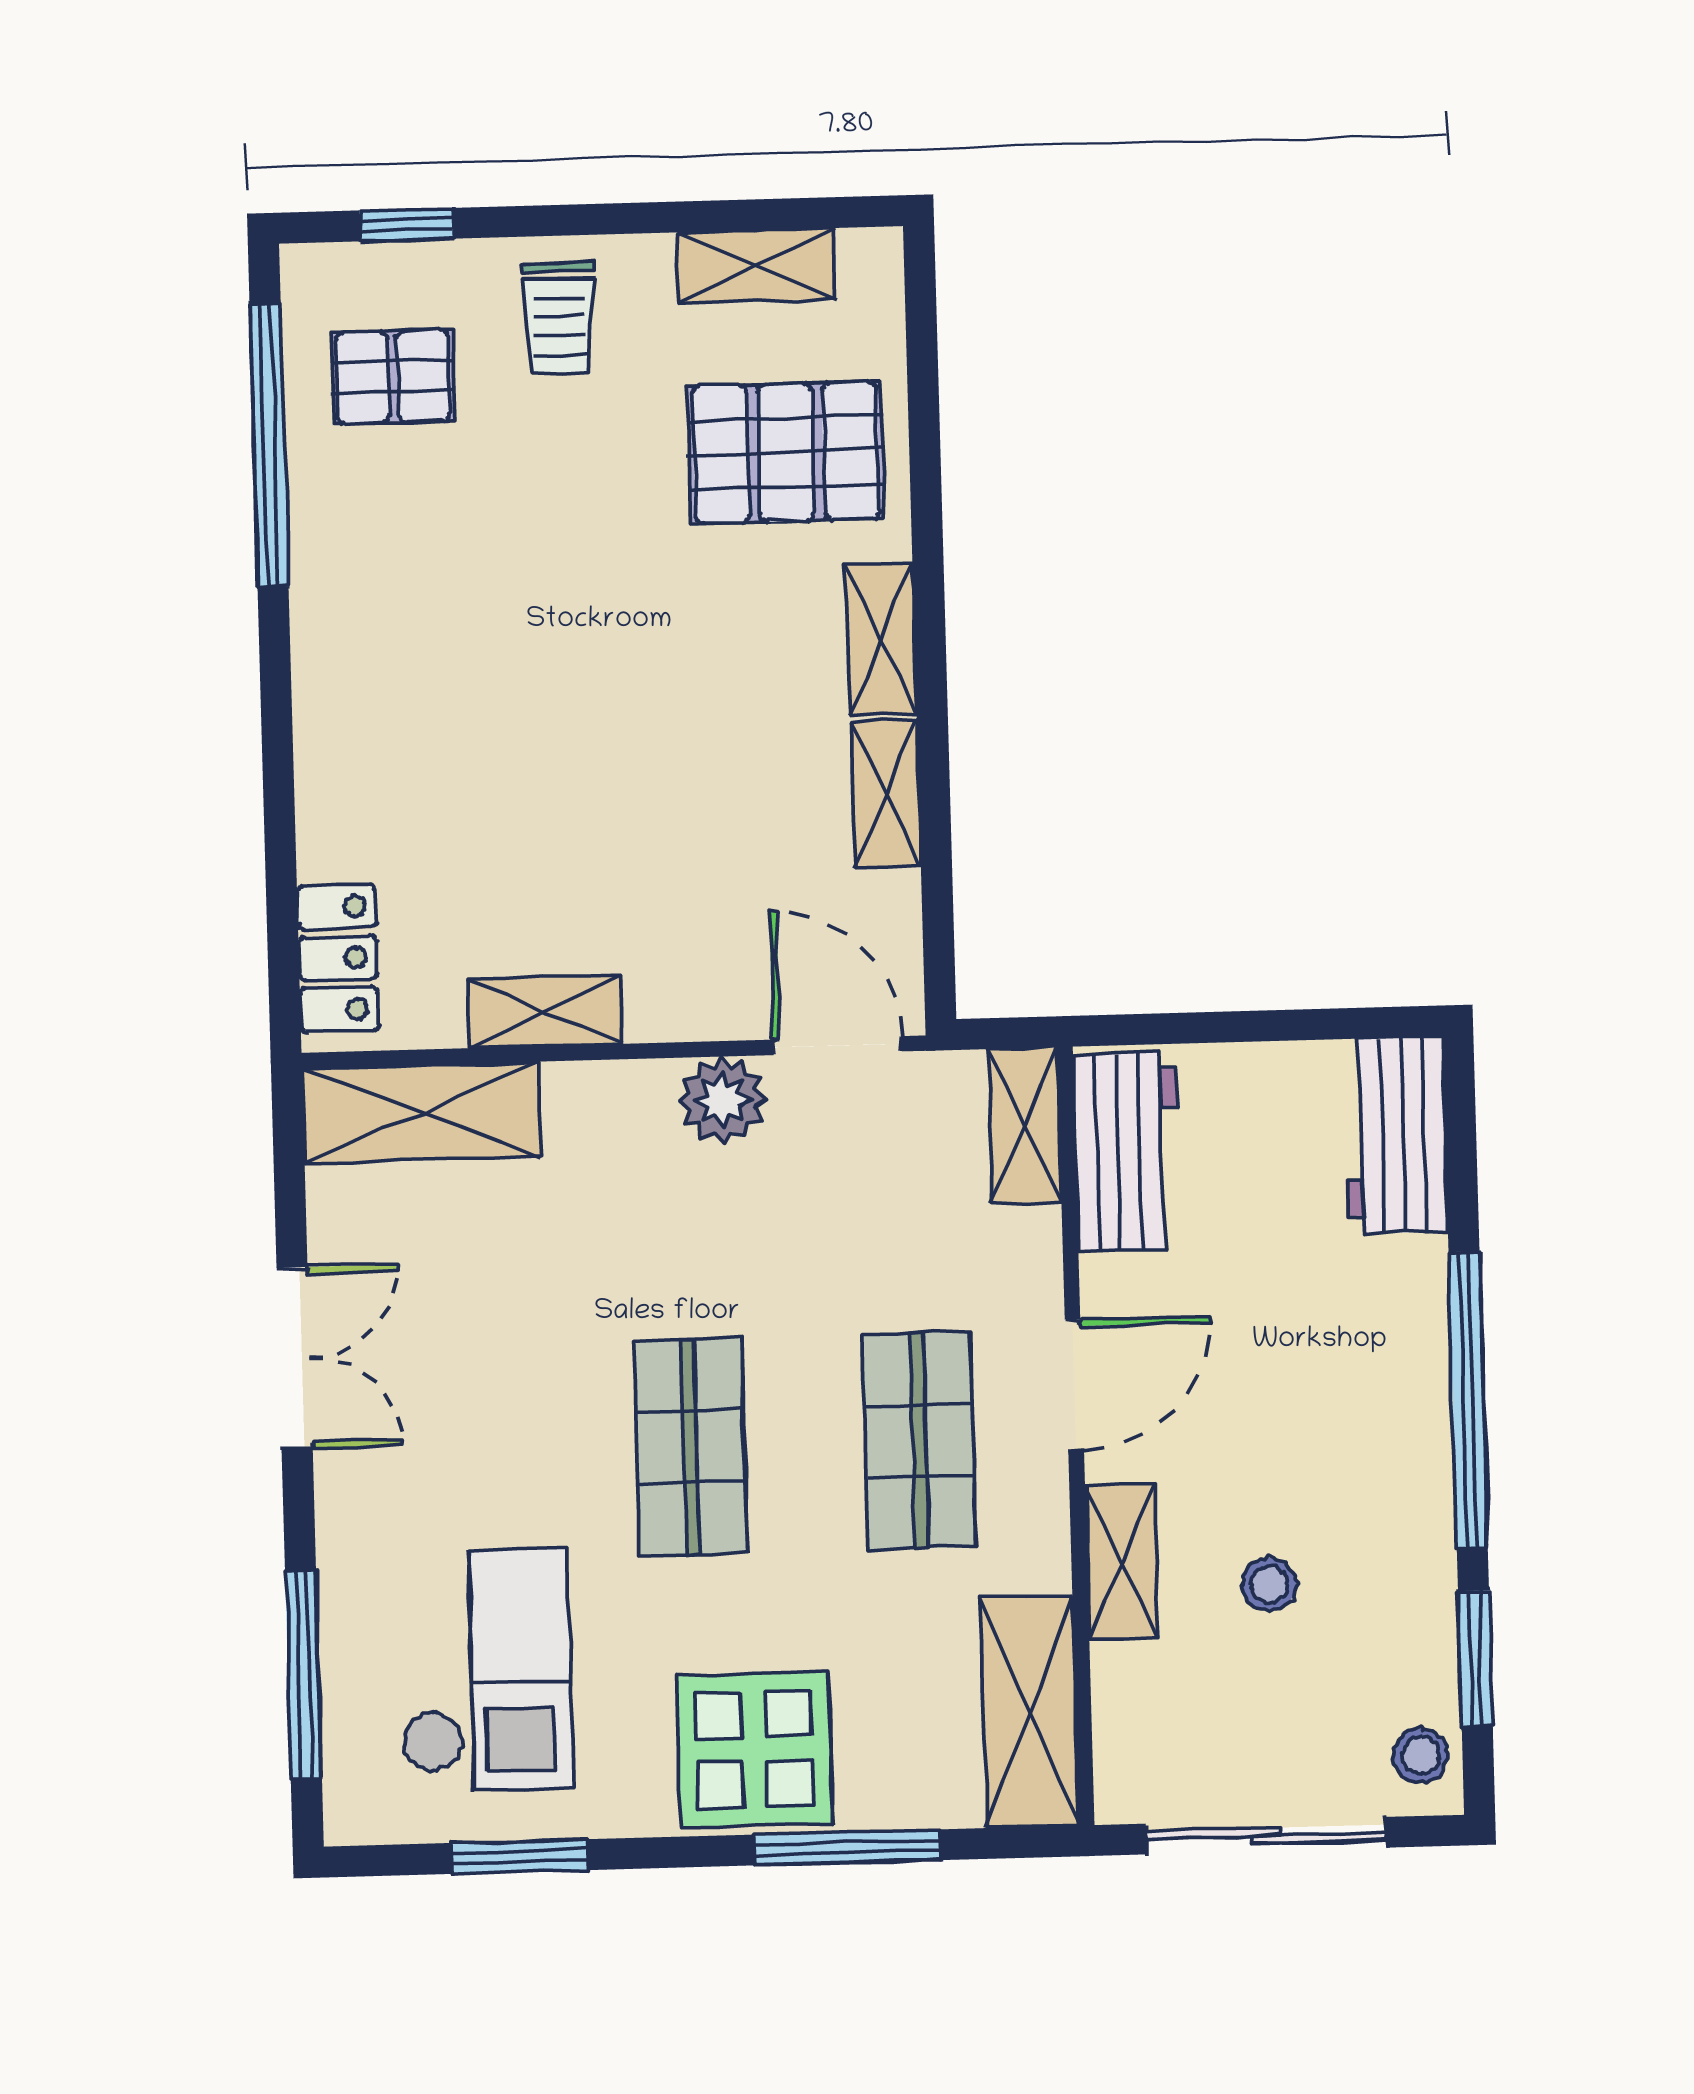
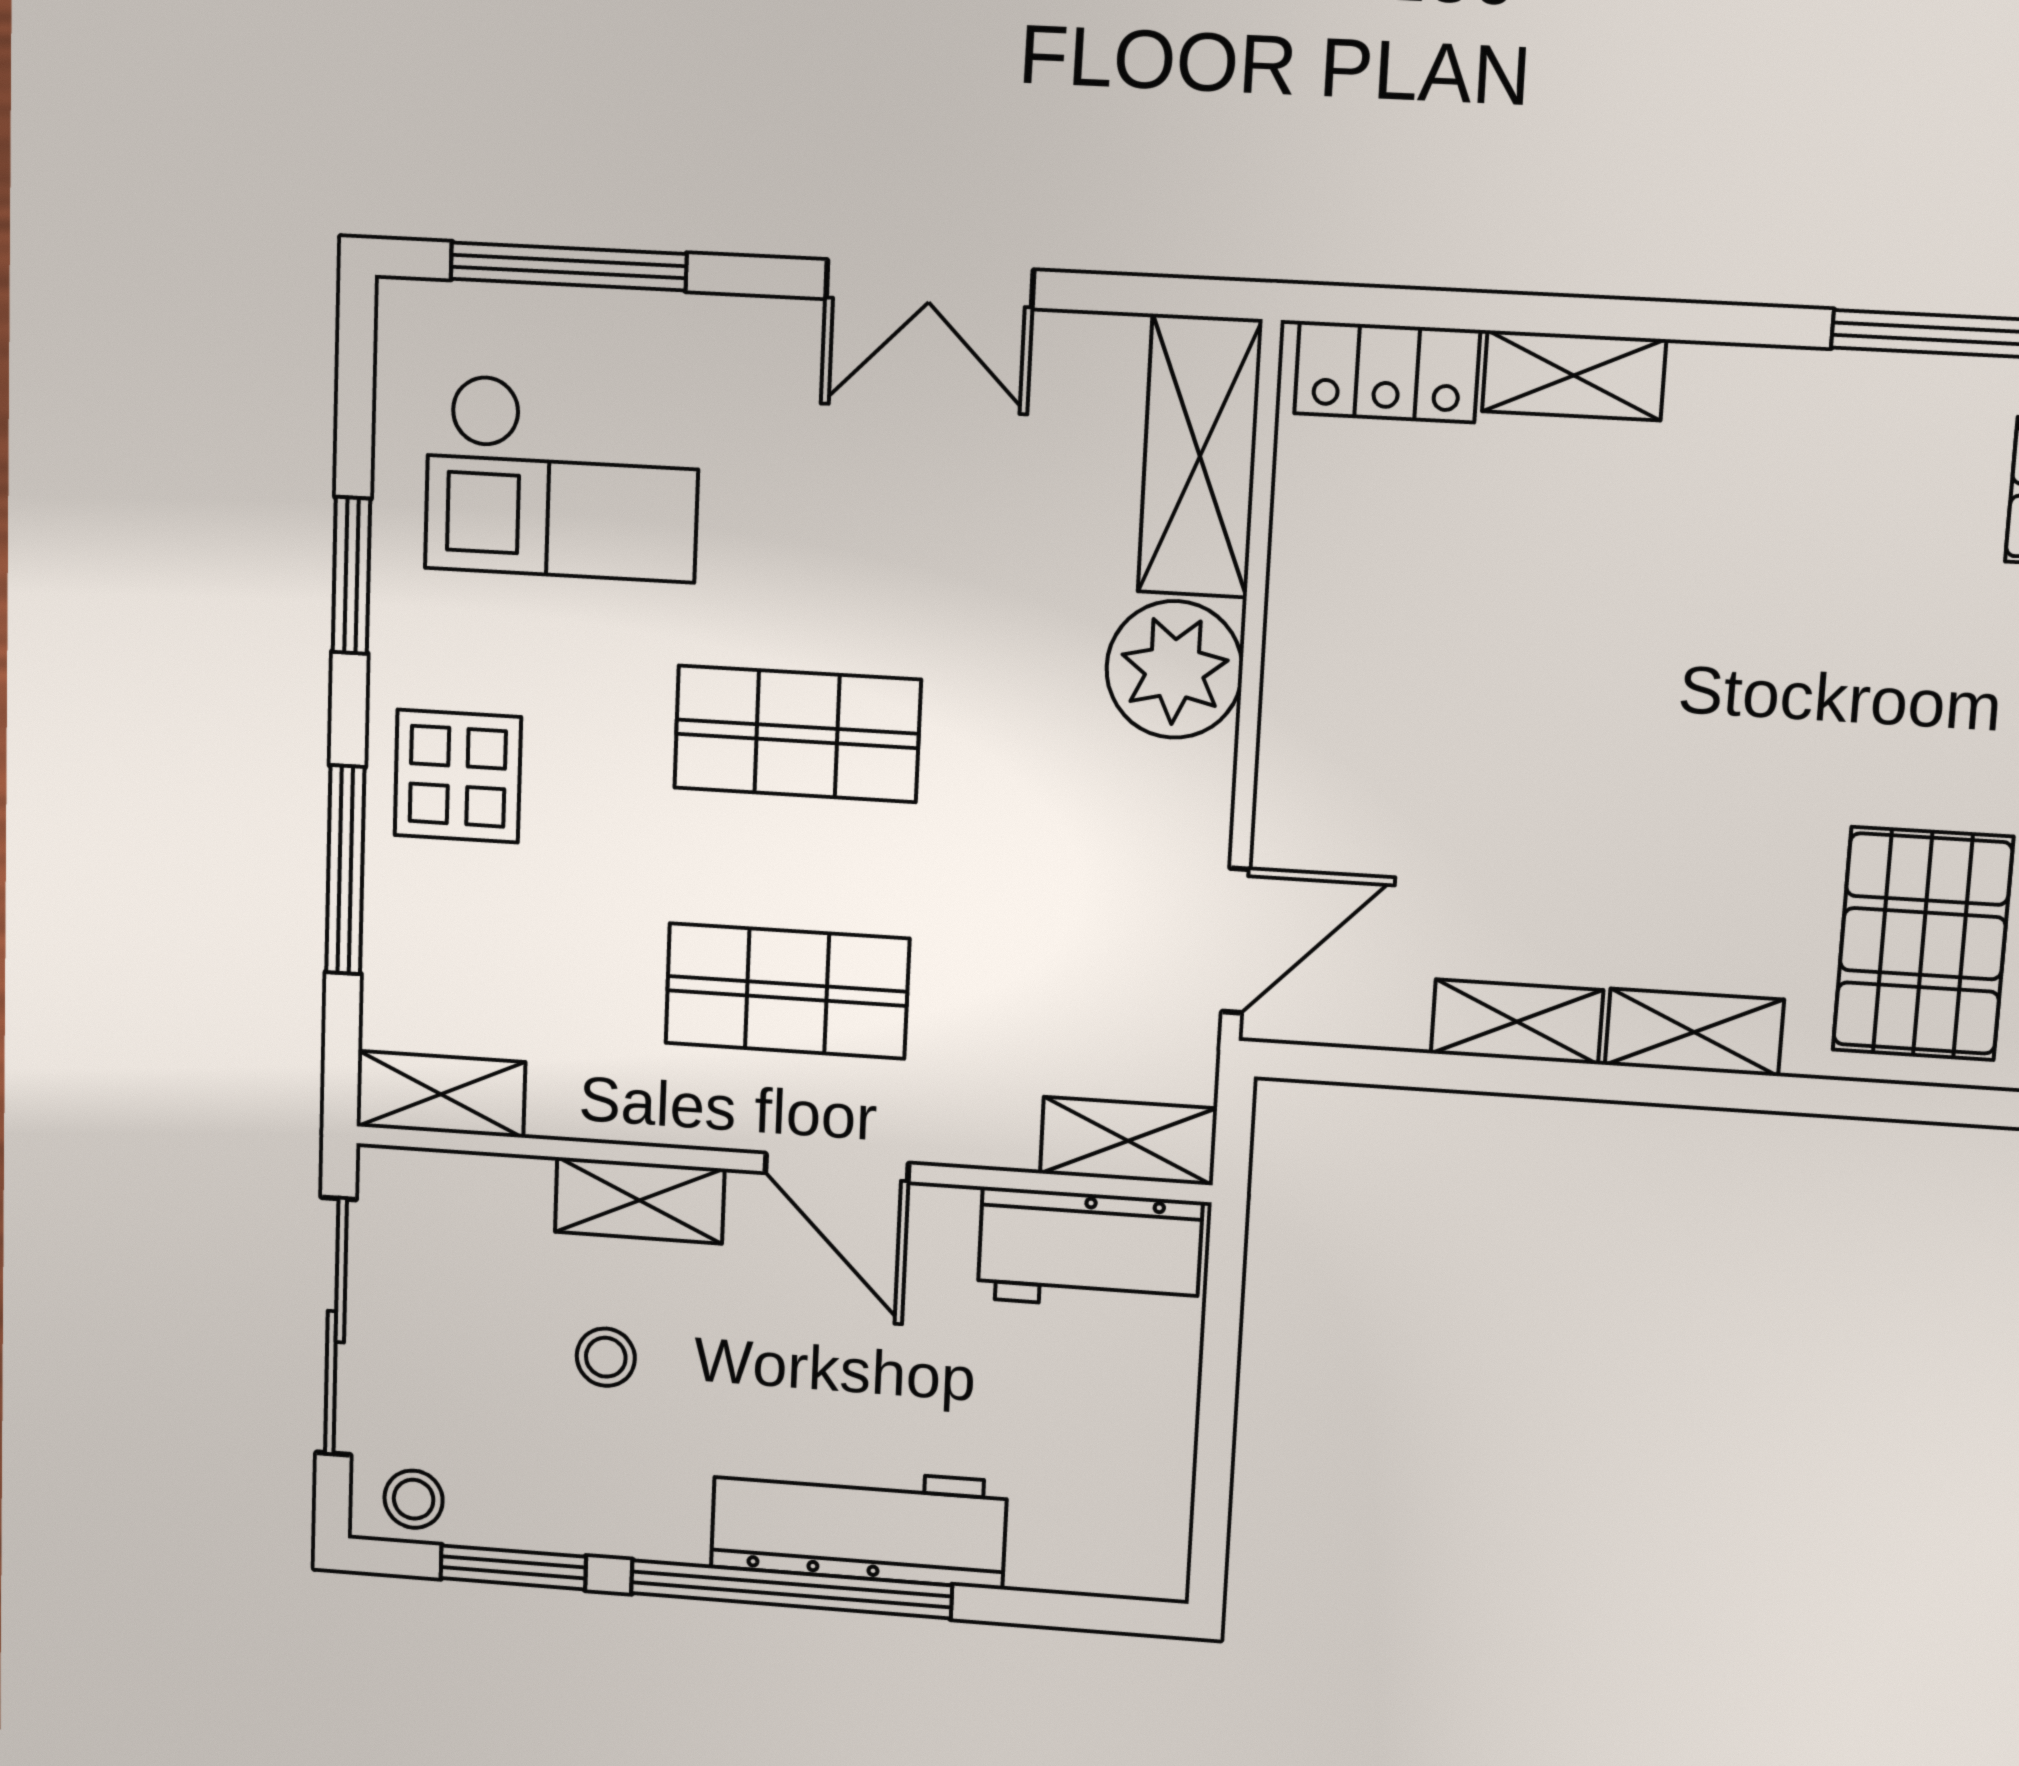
shelving: (545, 1012) -> (1574, 375), moved, turned 90
plant: (723, 1100) -> (1174, 669), moved, width x1.36, depth x1.36
workbench: (1395, 1135) -> (858, 1524), moved, width x1.38
shelving: (1030, 1711) -> (441, 1094), width x0.67, depth x0.75
display table: (754, 1749) -> (458, 776), width x0.73, depth x0.73
window: (521, 1856) -> (351, 575), moved

